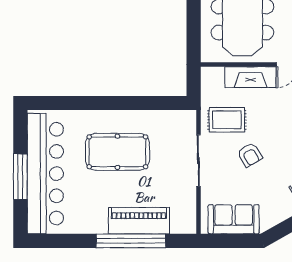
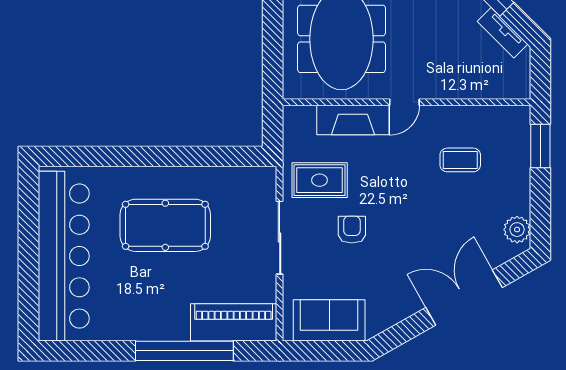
armchair: (250, 155) -> (352, 230), turned -150
window: (20, 177) -> (28, 260), removed
piano: (139, 221) -> (234, 322), moved

